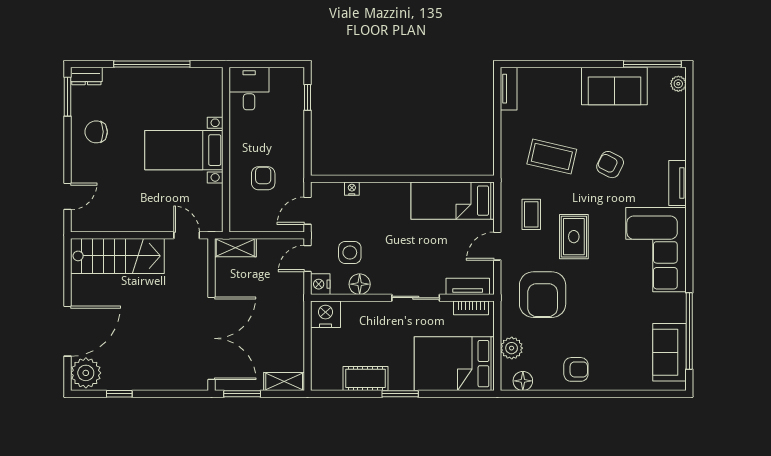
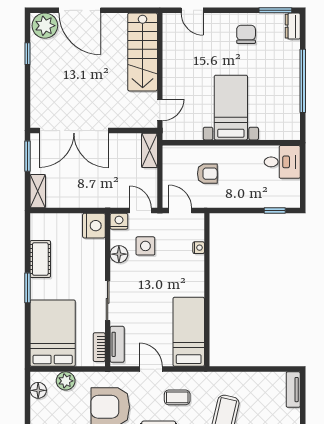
tv unit: (509, 89) -> (293, 390), moved, turned 90

